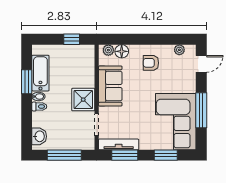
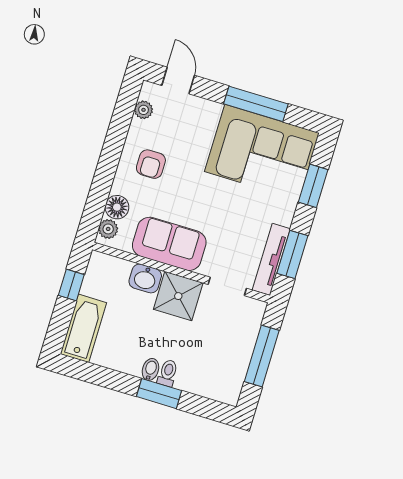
bathtub: (40, 73) -> (83, 328), moved, turned 90
window: (27, 82) -> (159, 394), moved
washbasin: (39, 136) -> (145, 278), moved, turned 180

